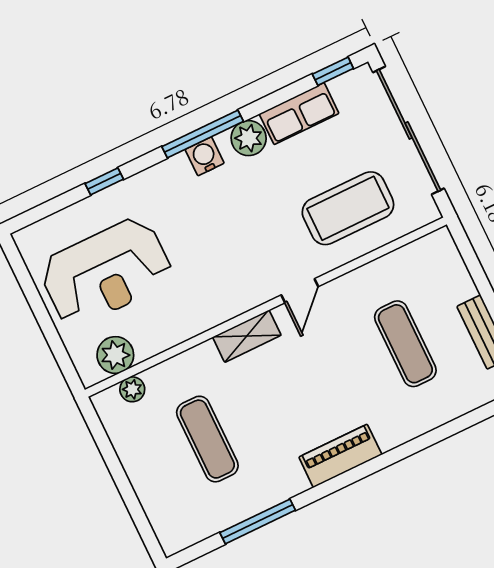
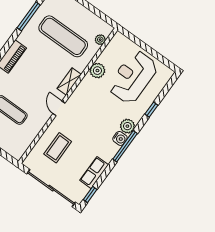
plant: (249, 138) -> (127, 126), moved
coffee table: (348, 208) -> (58, 148), width x0.73, depth x0.76
plant: (115, 355) -> (97, 71), moved
exercise mat: (207, 439) -> (63, 36), width x1.36, depth x1.45

